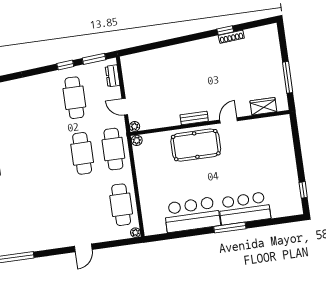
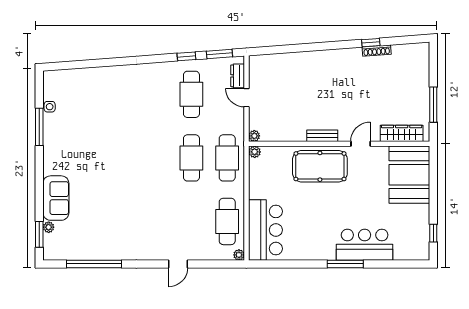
wardrobe: (263, 106) -> (402, 133), width x1.50
door: (125, 107) -> (246, 98), moved
booth: (275, 142) -> (409, 175), added
bar counter: (192, 215) -> (265, 230), moved, turned 90

